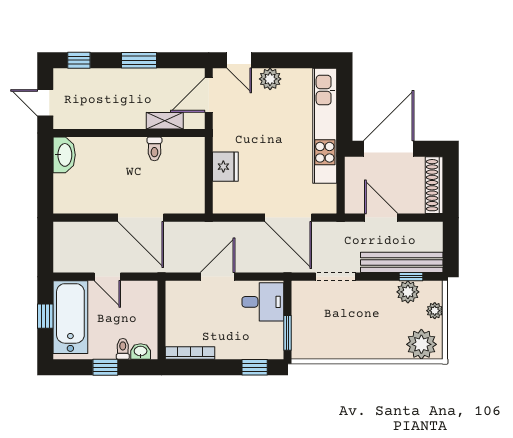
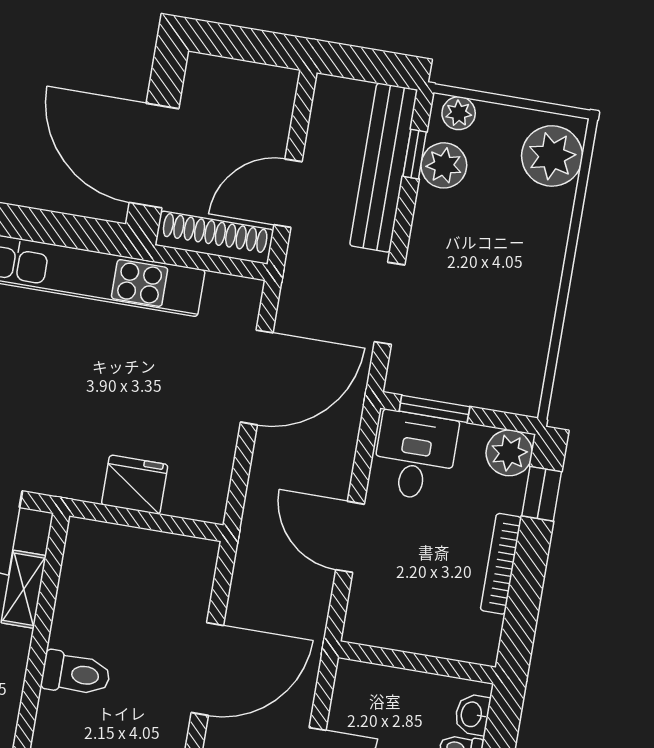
toilet: (154, 149) -> (76, 674), moved, width x1.37, depth x1.39
shoe rack: (434, 185) -> (214, 238), moved, turned 180
plant: (435, 311) -> (459, 113), moved
window: (287, 333) -> (434, 409), moved
plant: (272, 348) -> (509, 453), added
bookcase: (190, 353) -> (501, 564), moved

